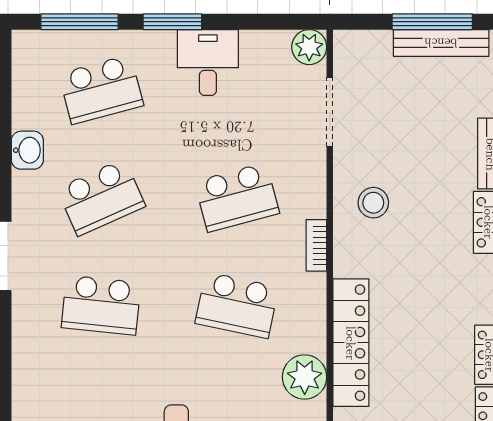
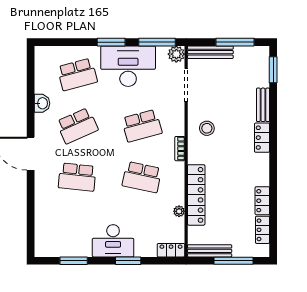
window: (80, 22) -> (157, 42), moved
bench: (441, 43) -> (210, 52), moved
desk: (208, 62) -> (128, 66), width x1.87, depth x1.30
plant: (305, 377) -> (179, 211), width x0.53, depth x0.53

